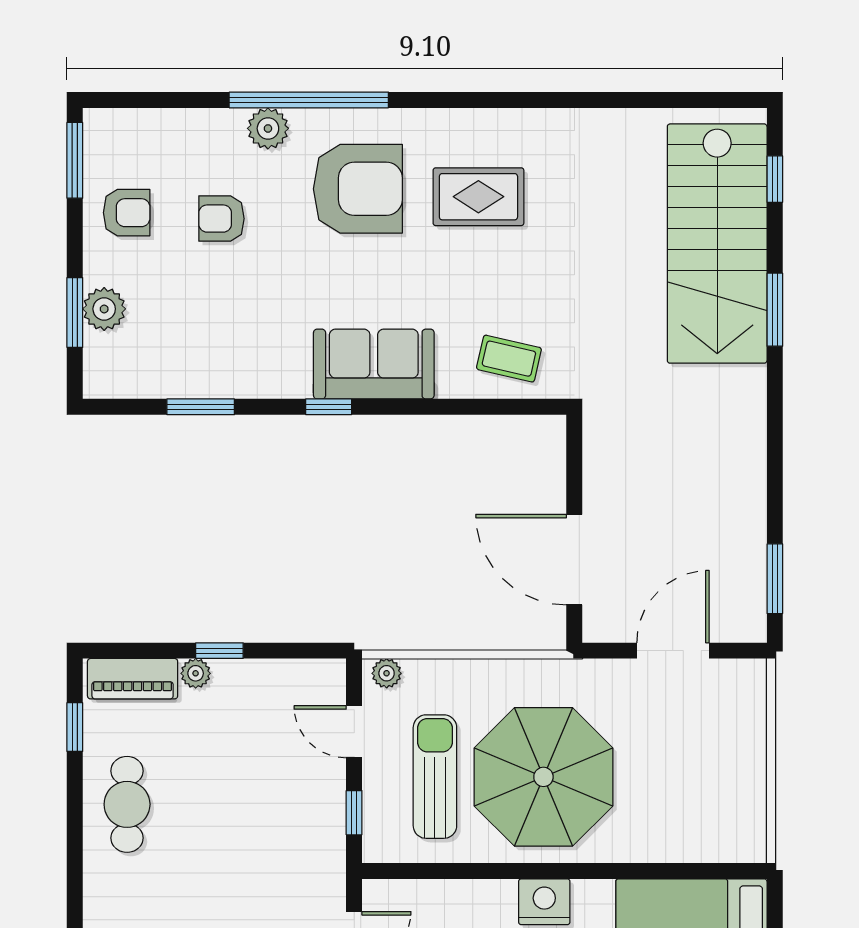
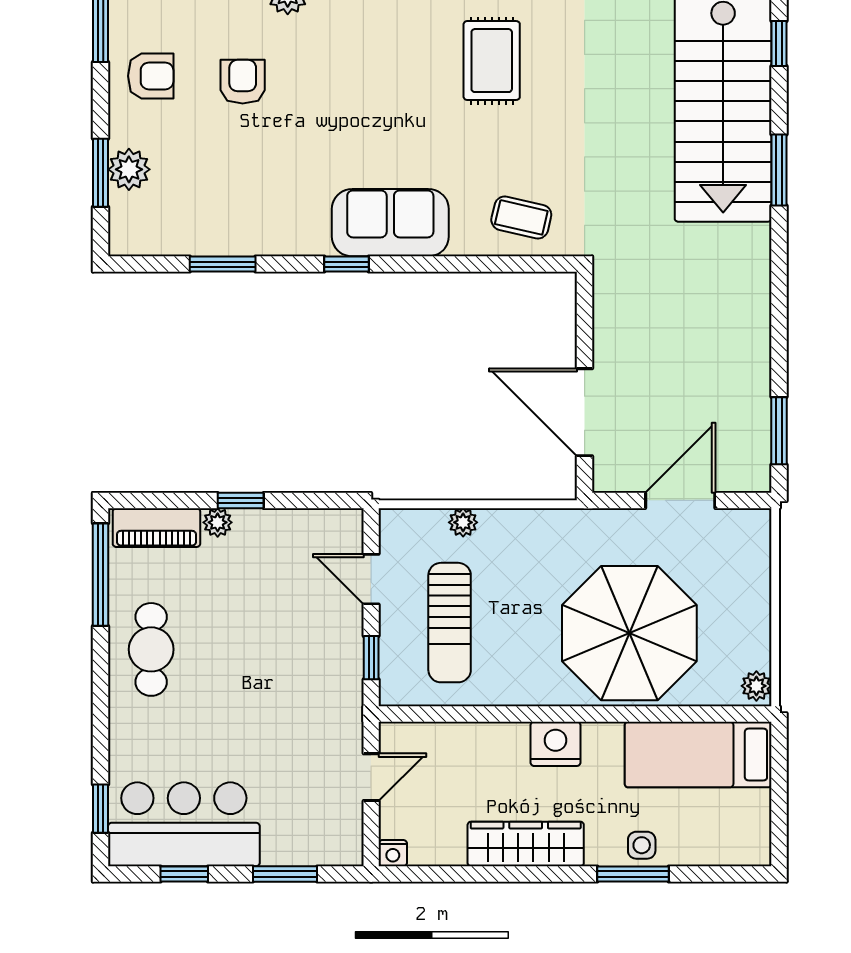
armchair: (358, 189) -> (375, 53), removed
rug: (478, 197) -> (492, 61), turned 90
armchair: (221, 219) -> (243, 82), turned 90
plant: (387, 673) -> (463, 522), moved
window: (75, 727) -> (100, 575), width x2.17
sun lounger: (435, 777) -> (450, 623), turned 180
parasol: (543, 777) -> (629, 633), moved
plant: (752, 842) -> (756, 686), added

